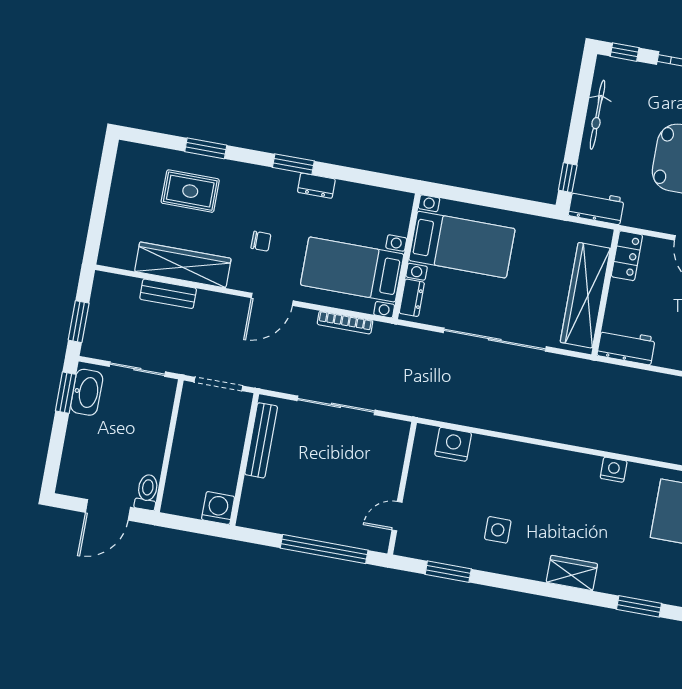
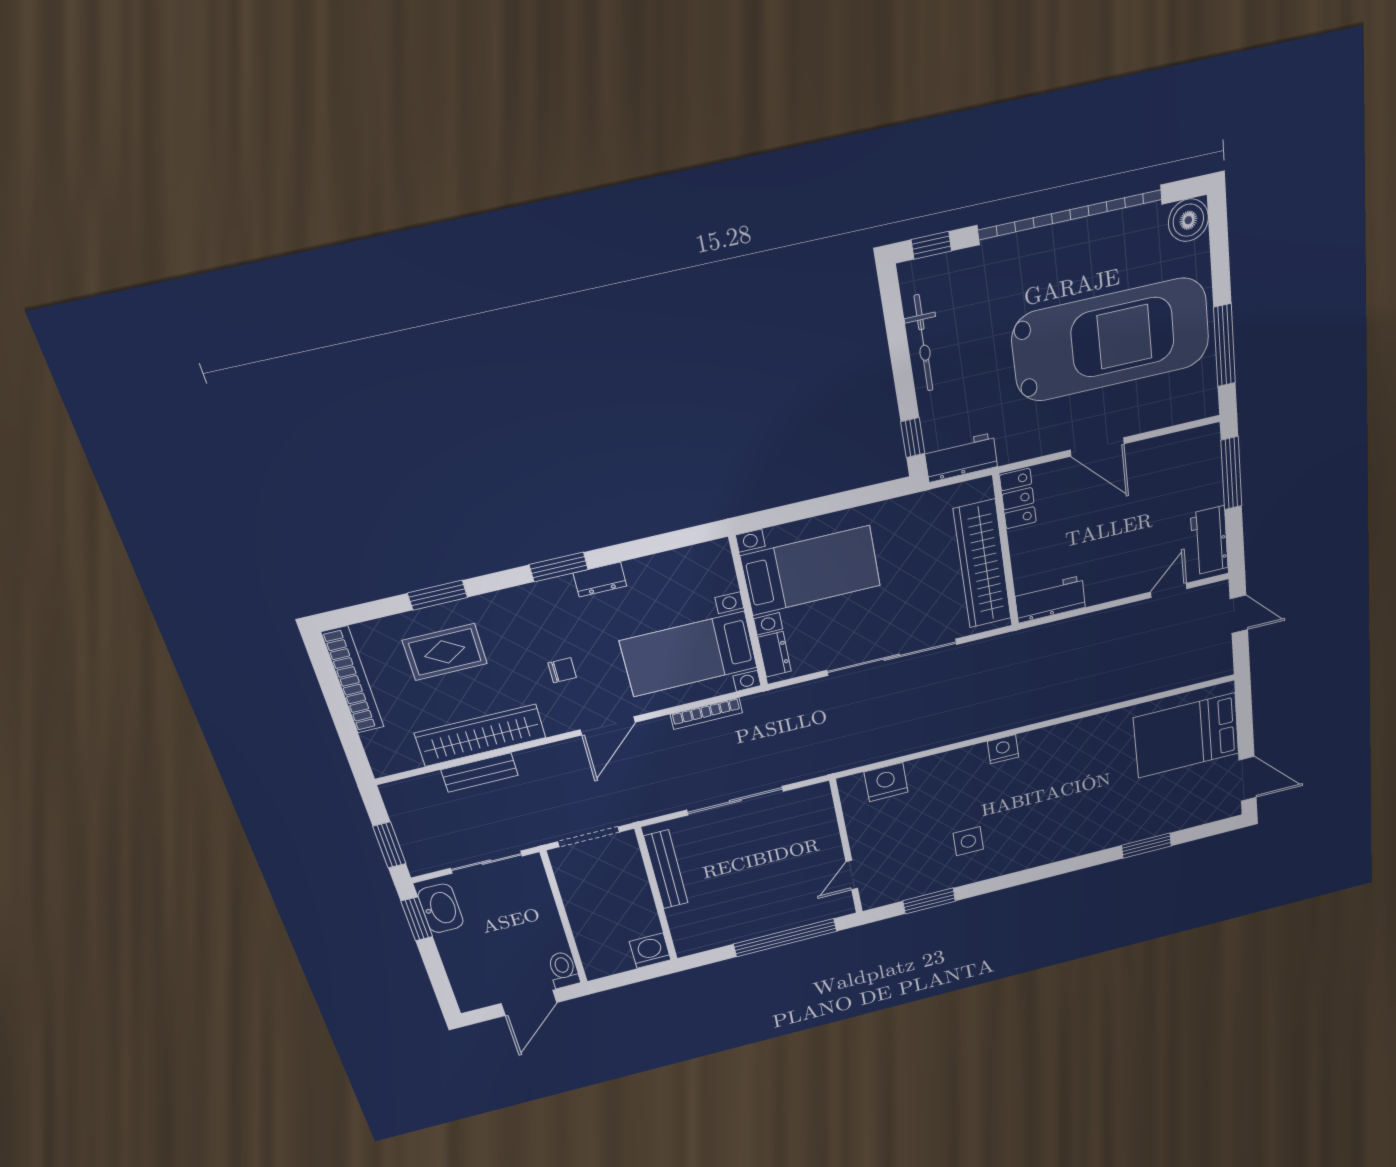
bookcase: (121, 184) -> (353, 680), added
nightstand: (614, 470) -> (1003, 749), moved
wardrobe: (572, 573) -> (1064, 846), removed

